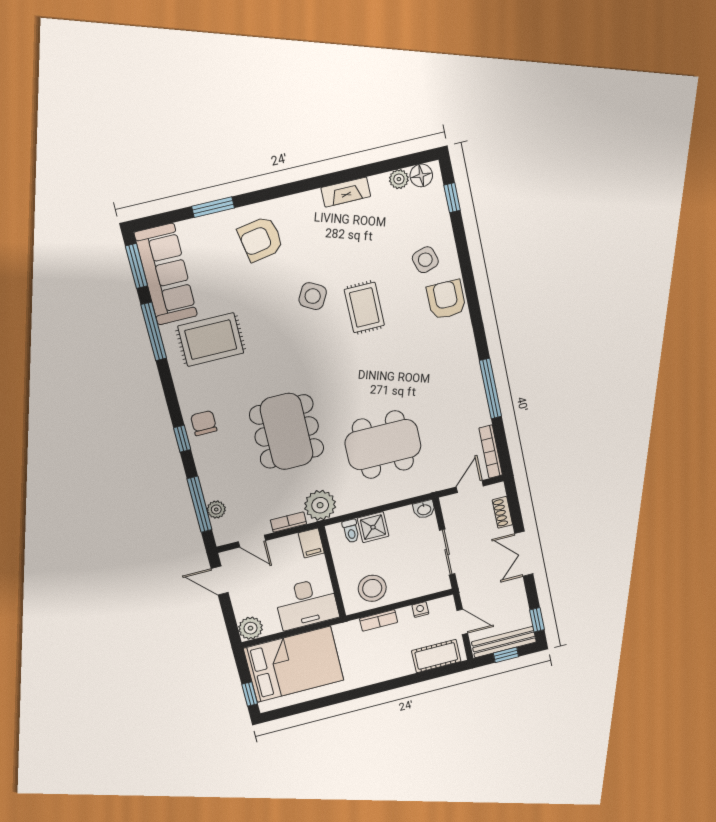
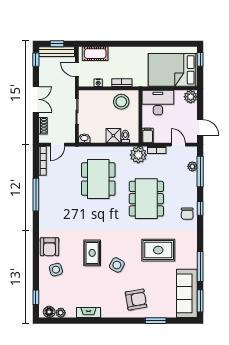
rug: (211, 340) -> (158, 250), moved
dining table: (383, 445) -> (98, 179), turned 90

